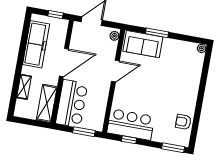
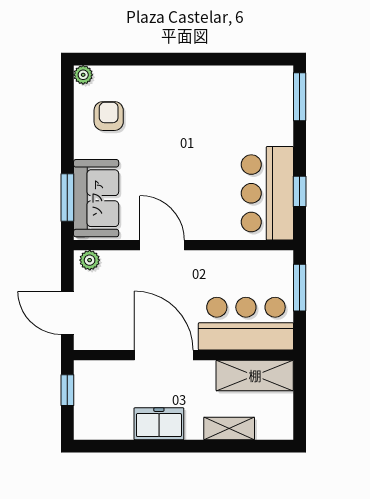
window: (157, 33) -> (67, 198), moved
freezer: (36, 44) -> (159, 424), width x0.52, depth x0.79
armchair: (183, 122) -> (109, 116), moved, turned 180

